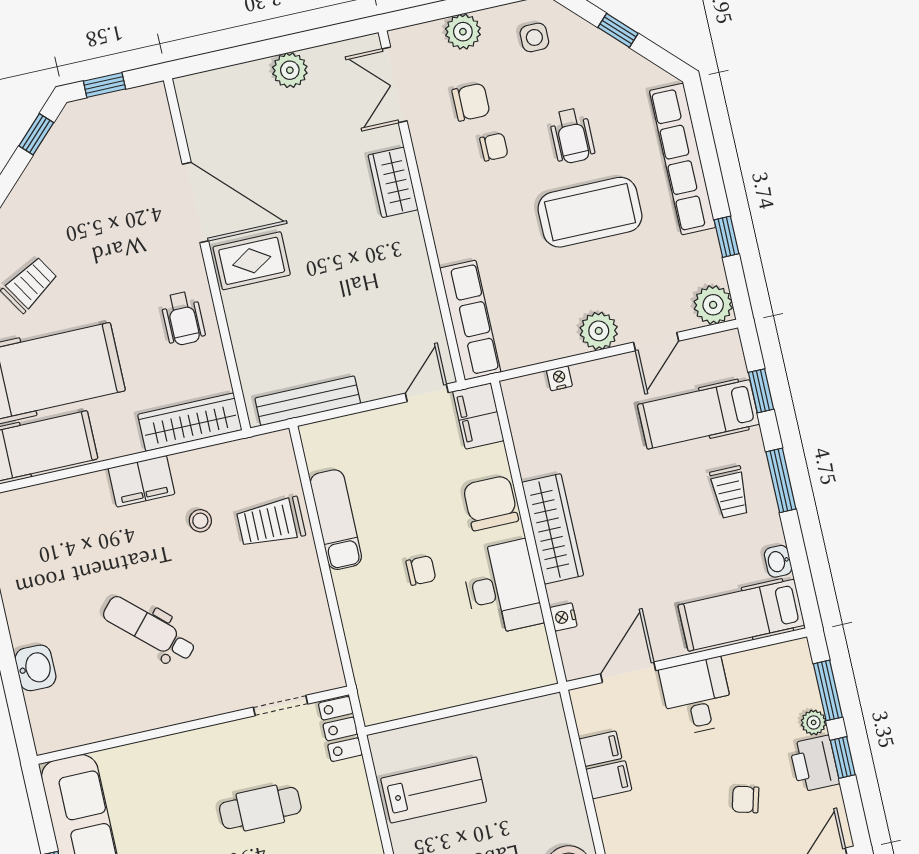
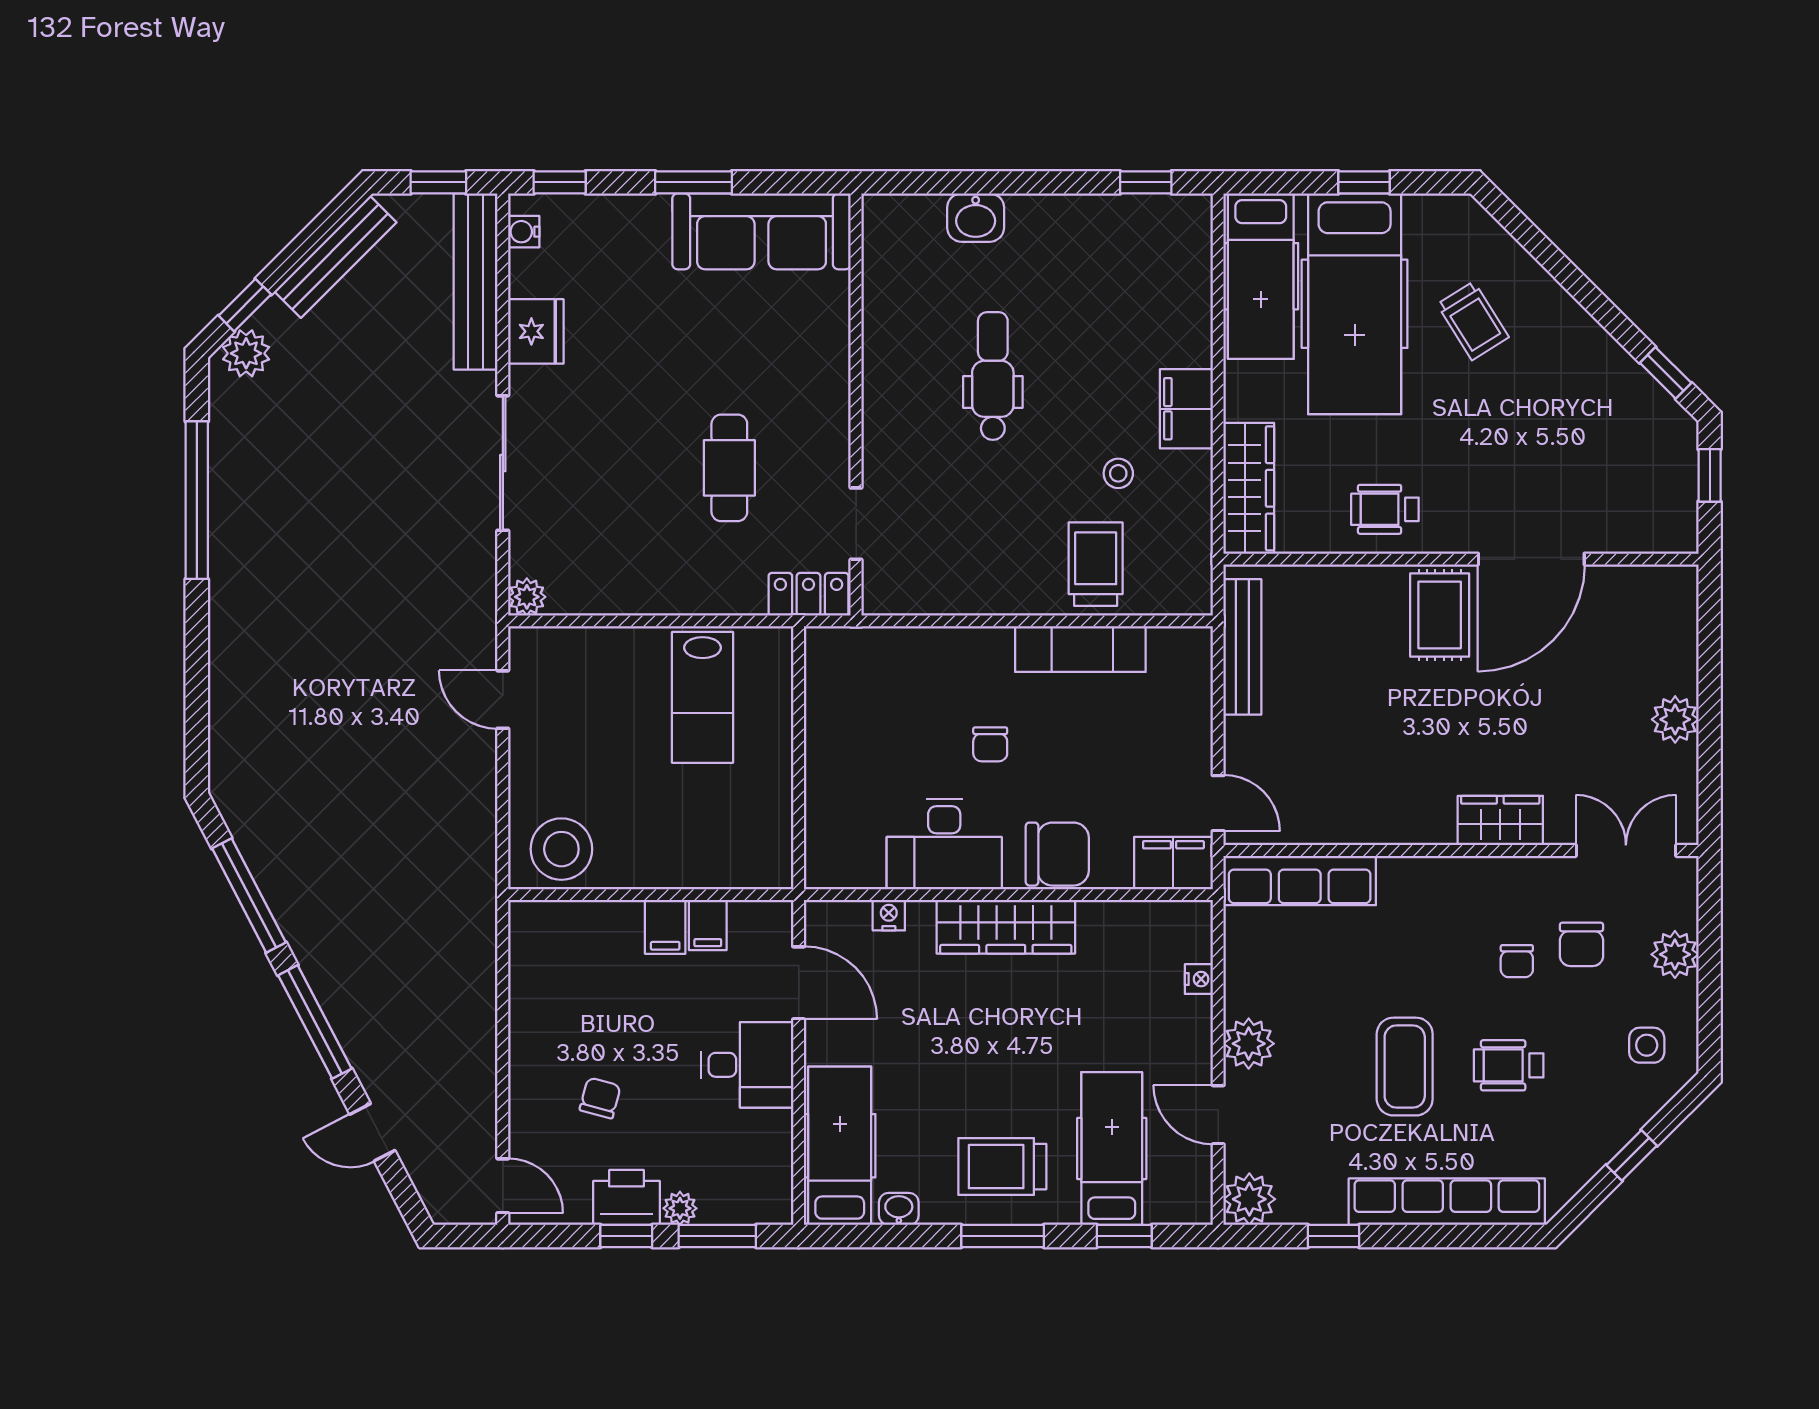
coffee table: (590, 212) -> (1405, 1067), width x0.73, depth x0.76
trolley: (730, 492) -> (1002, 1167), width x1.36, depth x1.39
dental chair: (149, 629) -> (993, 376), turned -42

